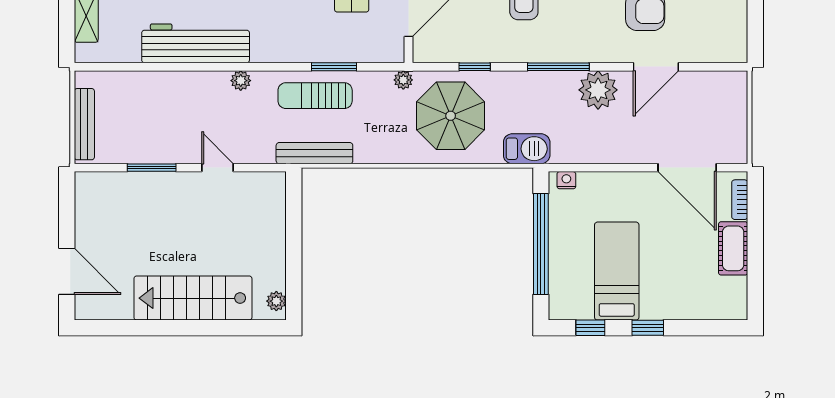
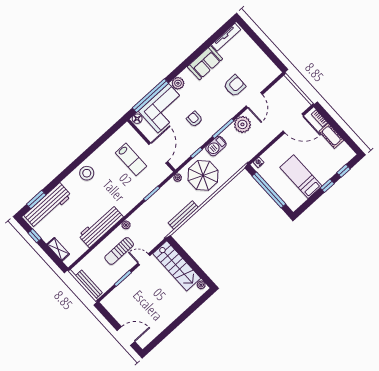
sun lounger: (315, 96) -> (119, 251), moved
barbecue: (527, 149) -> (216, 146), moved, turned 180
bench: (314, 153) -> (183, 215), moved
stairs: (193, 298) -> (177, 266), moved, turned -90
window: (590, 328) -> (344, 171), moved

